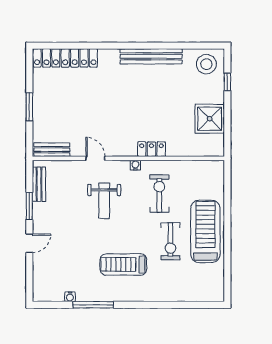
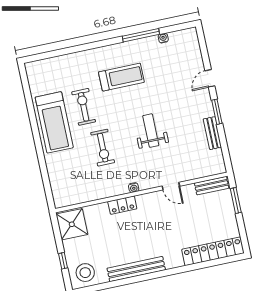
locker: (151, 149) -> (122, 205), moved
bench: (52, 150) -> (212, 186), moved
door: (95, 158) -> (171, 186), moved
wall: (128, 158) -> (141, 192), moved
water cooler: (135, 165) -> (134, 188), moved

